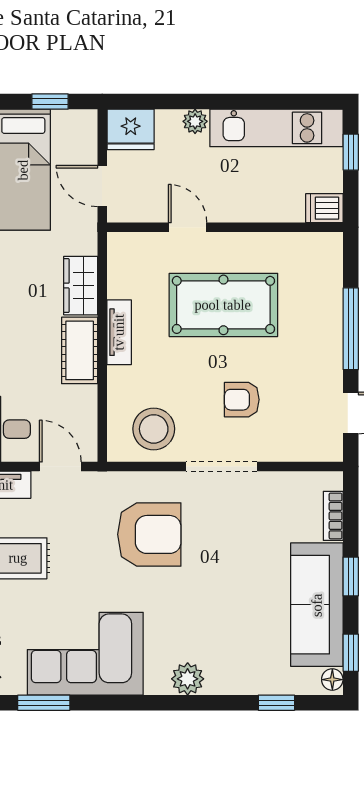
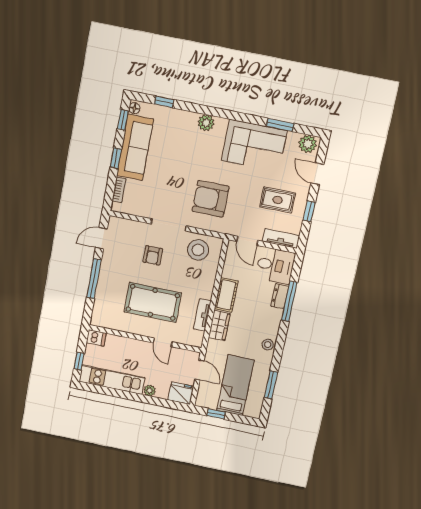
tv unit: (119, 332) -> (202, 315), moved
armchair: (242, 400) -> (153, 255), turned 90

